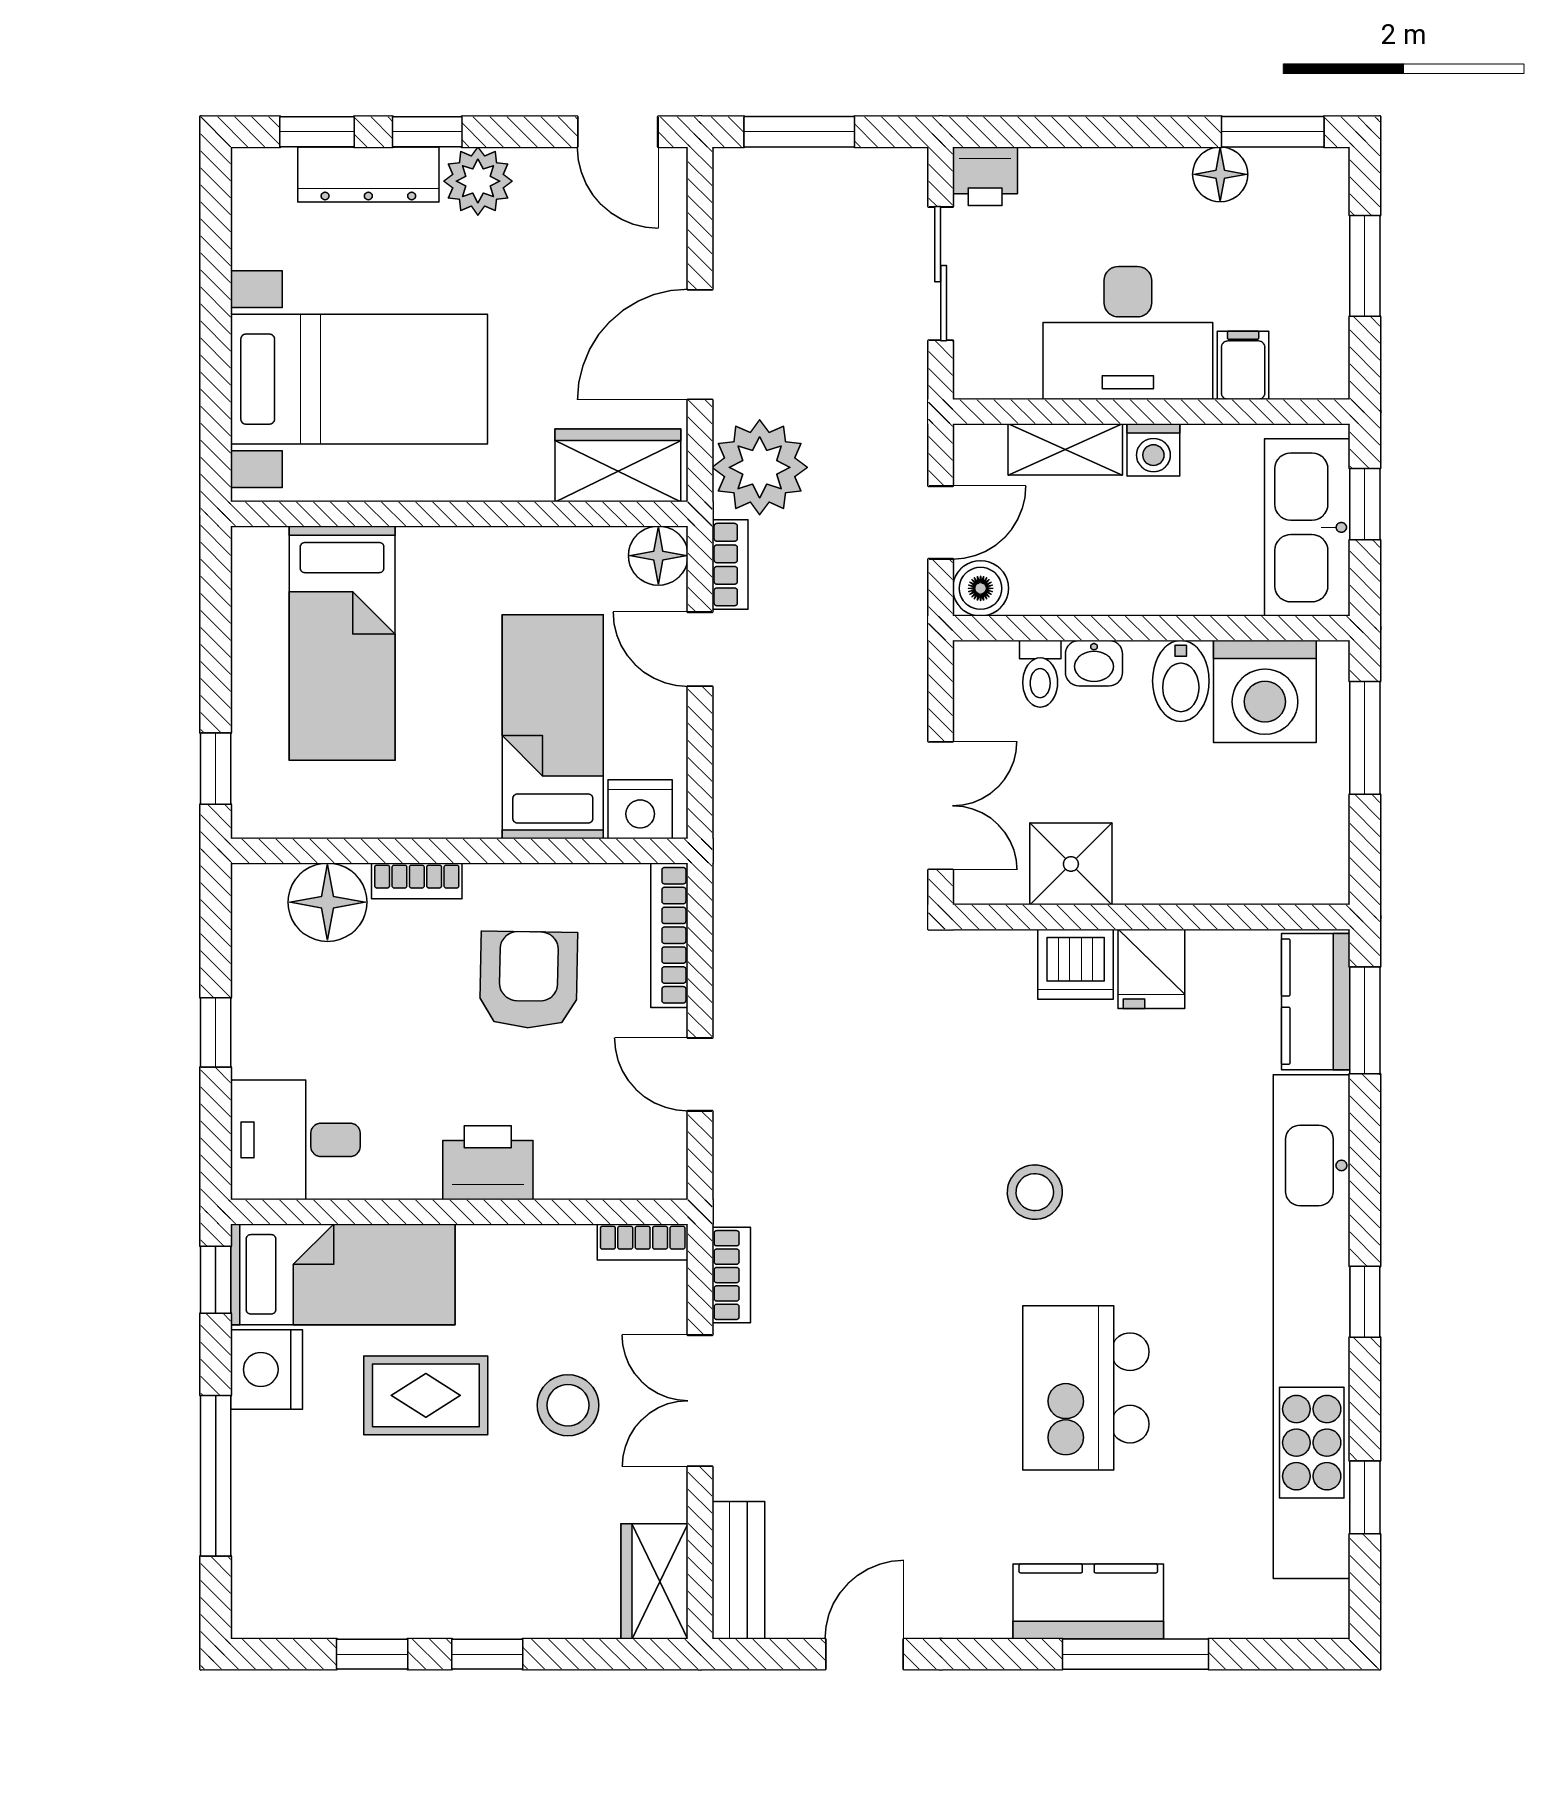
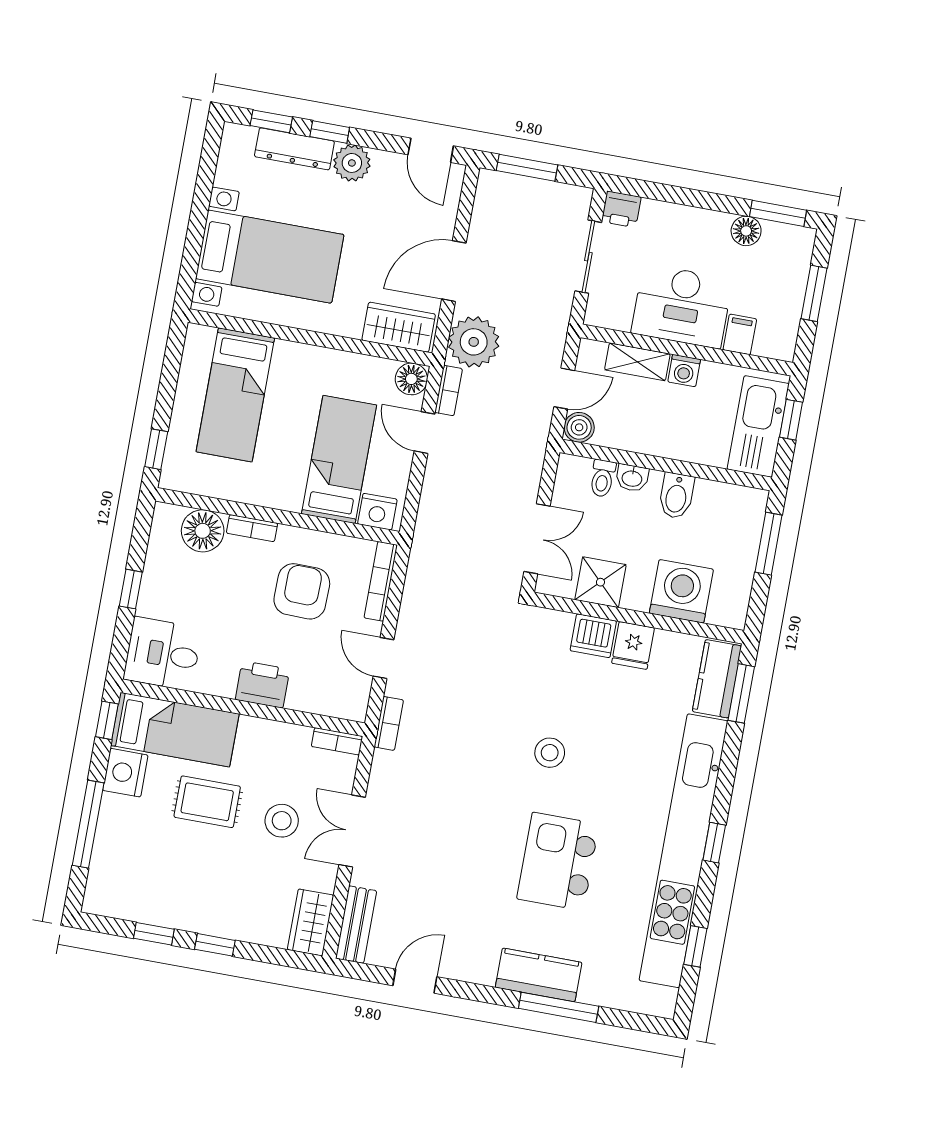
washing machine: (1265, 691) -> (681, 591), moved, turned 180
bookcase: (731, 1275) -> (389, 723), moved

